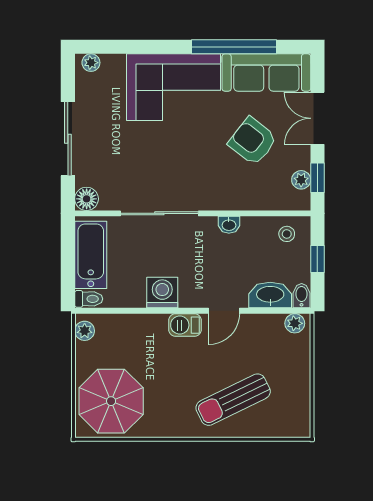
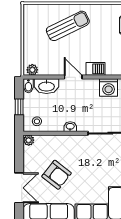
window: (317, 178) -> (19, 154), removed
plant: (301, 180) -> (29, 140), moved
door: (224, 311) -> (73, 77), hinge flipped

